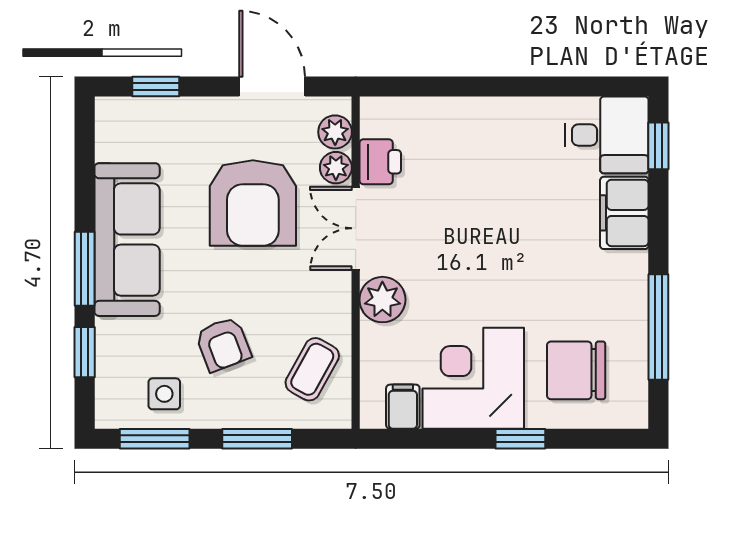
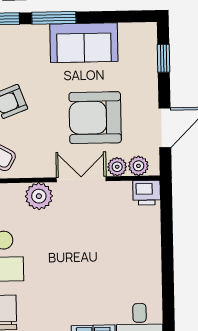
printer: (380, 162) -> (147, 193), moved
sofa: (127, 240) -> (84, 43), width x0.73

